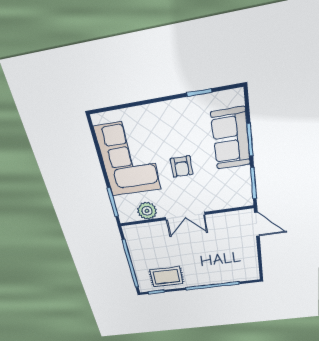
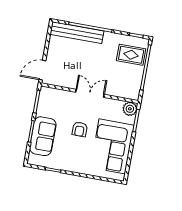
armchair: (182, 166) -> (80, 129), turned 180
plant: (147, 211) -> (130, 109), moved
door: (257, 224) -> (42, 70), hinge flipped
bench: (226, 276) -> (77, 33), added
rug: (166, 277) -> (131, 55), moved

